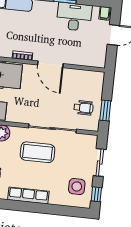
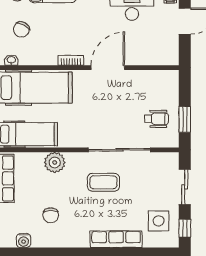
door: (50, 64) -> (108, 68), swing flipped
coffee table: (37, 152) -> (103, 182), width x0.73, depth x0.76
row of seats: (28, 196) -> (116, 239), moved

